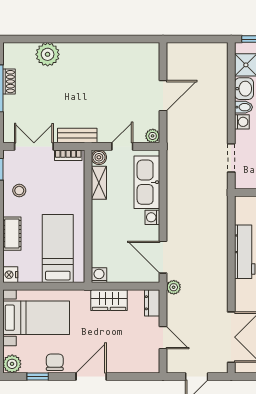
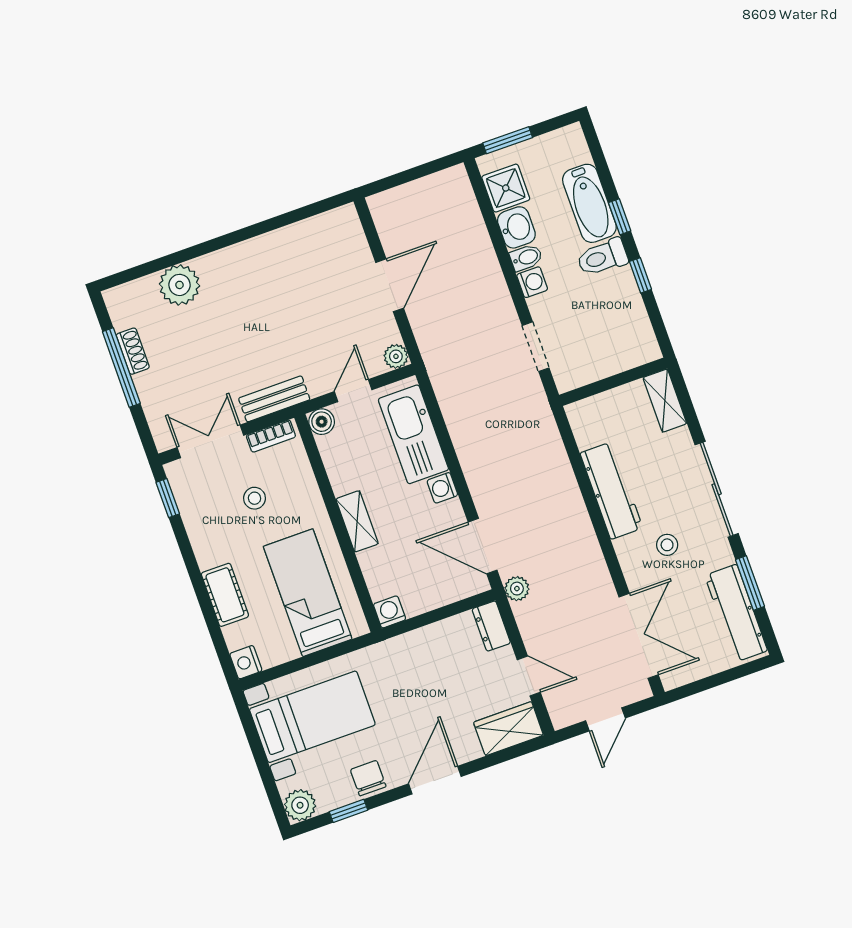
shelving: (99, 183) -> (357, 521), moved
stool: (19, 191) -> (254, 498), moved
wardrobe: (109, 300) -> (508, 729), moved, turned 180

